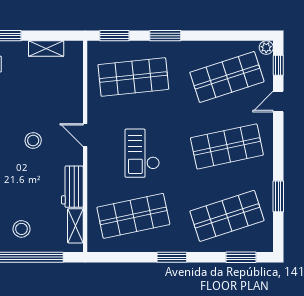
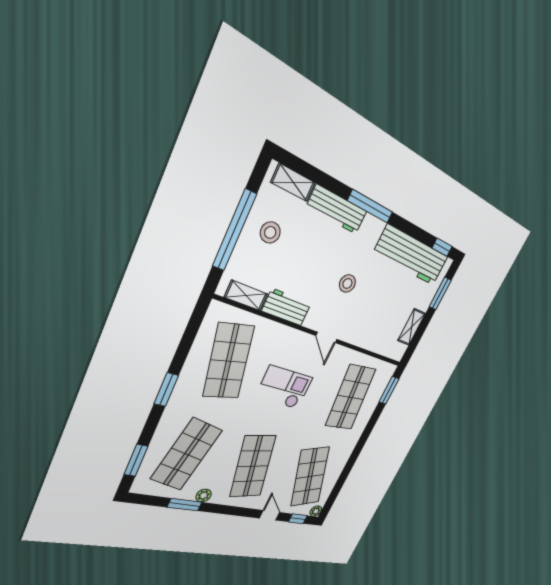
window: (165, 36) -> (367, 433), removed
door: (85, 135) -> (326, 337), swing flipped
plant: (266, 182) -> (204, 496), added
shop shelf: (227, 216) -> (187, 454), turned 30

